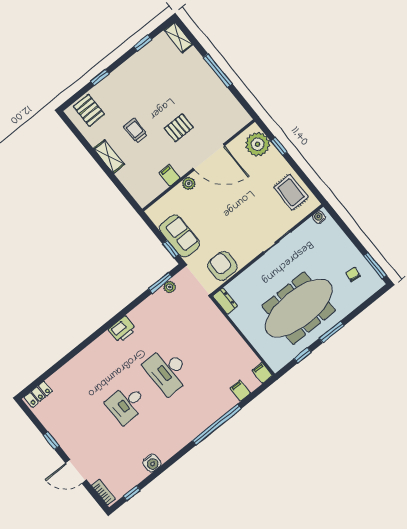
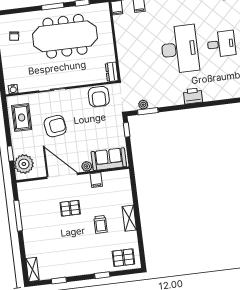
window: (218, 71) -> (18, 216), moved
pallet: (89, 110) -> (123, 258), turned 90
armchair: (249, 205) -> (55, 126), added
sofa: (180, 236) -> (109, 159), moved, turned 90
desk: (168, 371) -> (180, 49), width x1.36, depth x1.30

